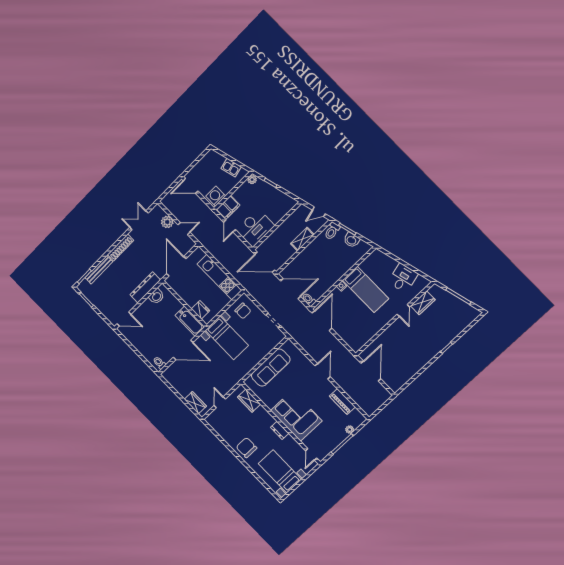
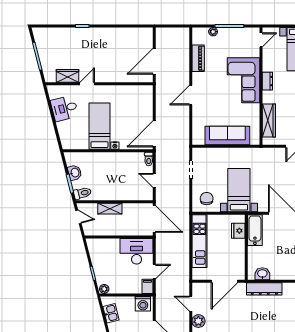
filing cabinet: (228, 208) -> (148, 286), width x0.50
door: (291, 289) -> (154, 180), width x0.53
wardrobe: (249, 401) -> (269, 120), width x1.50

